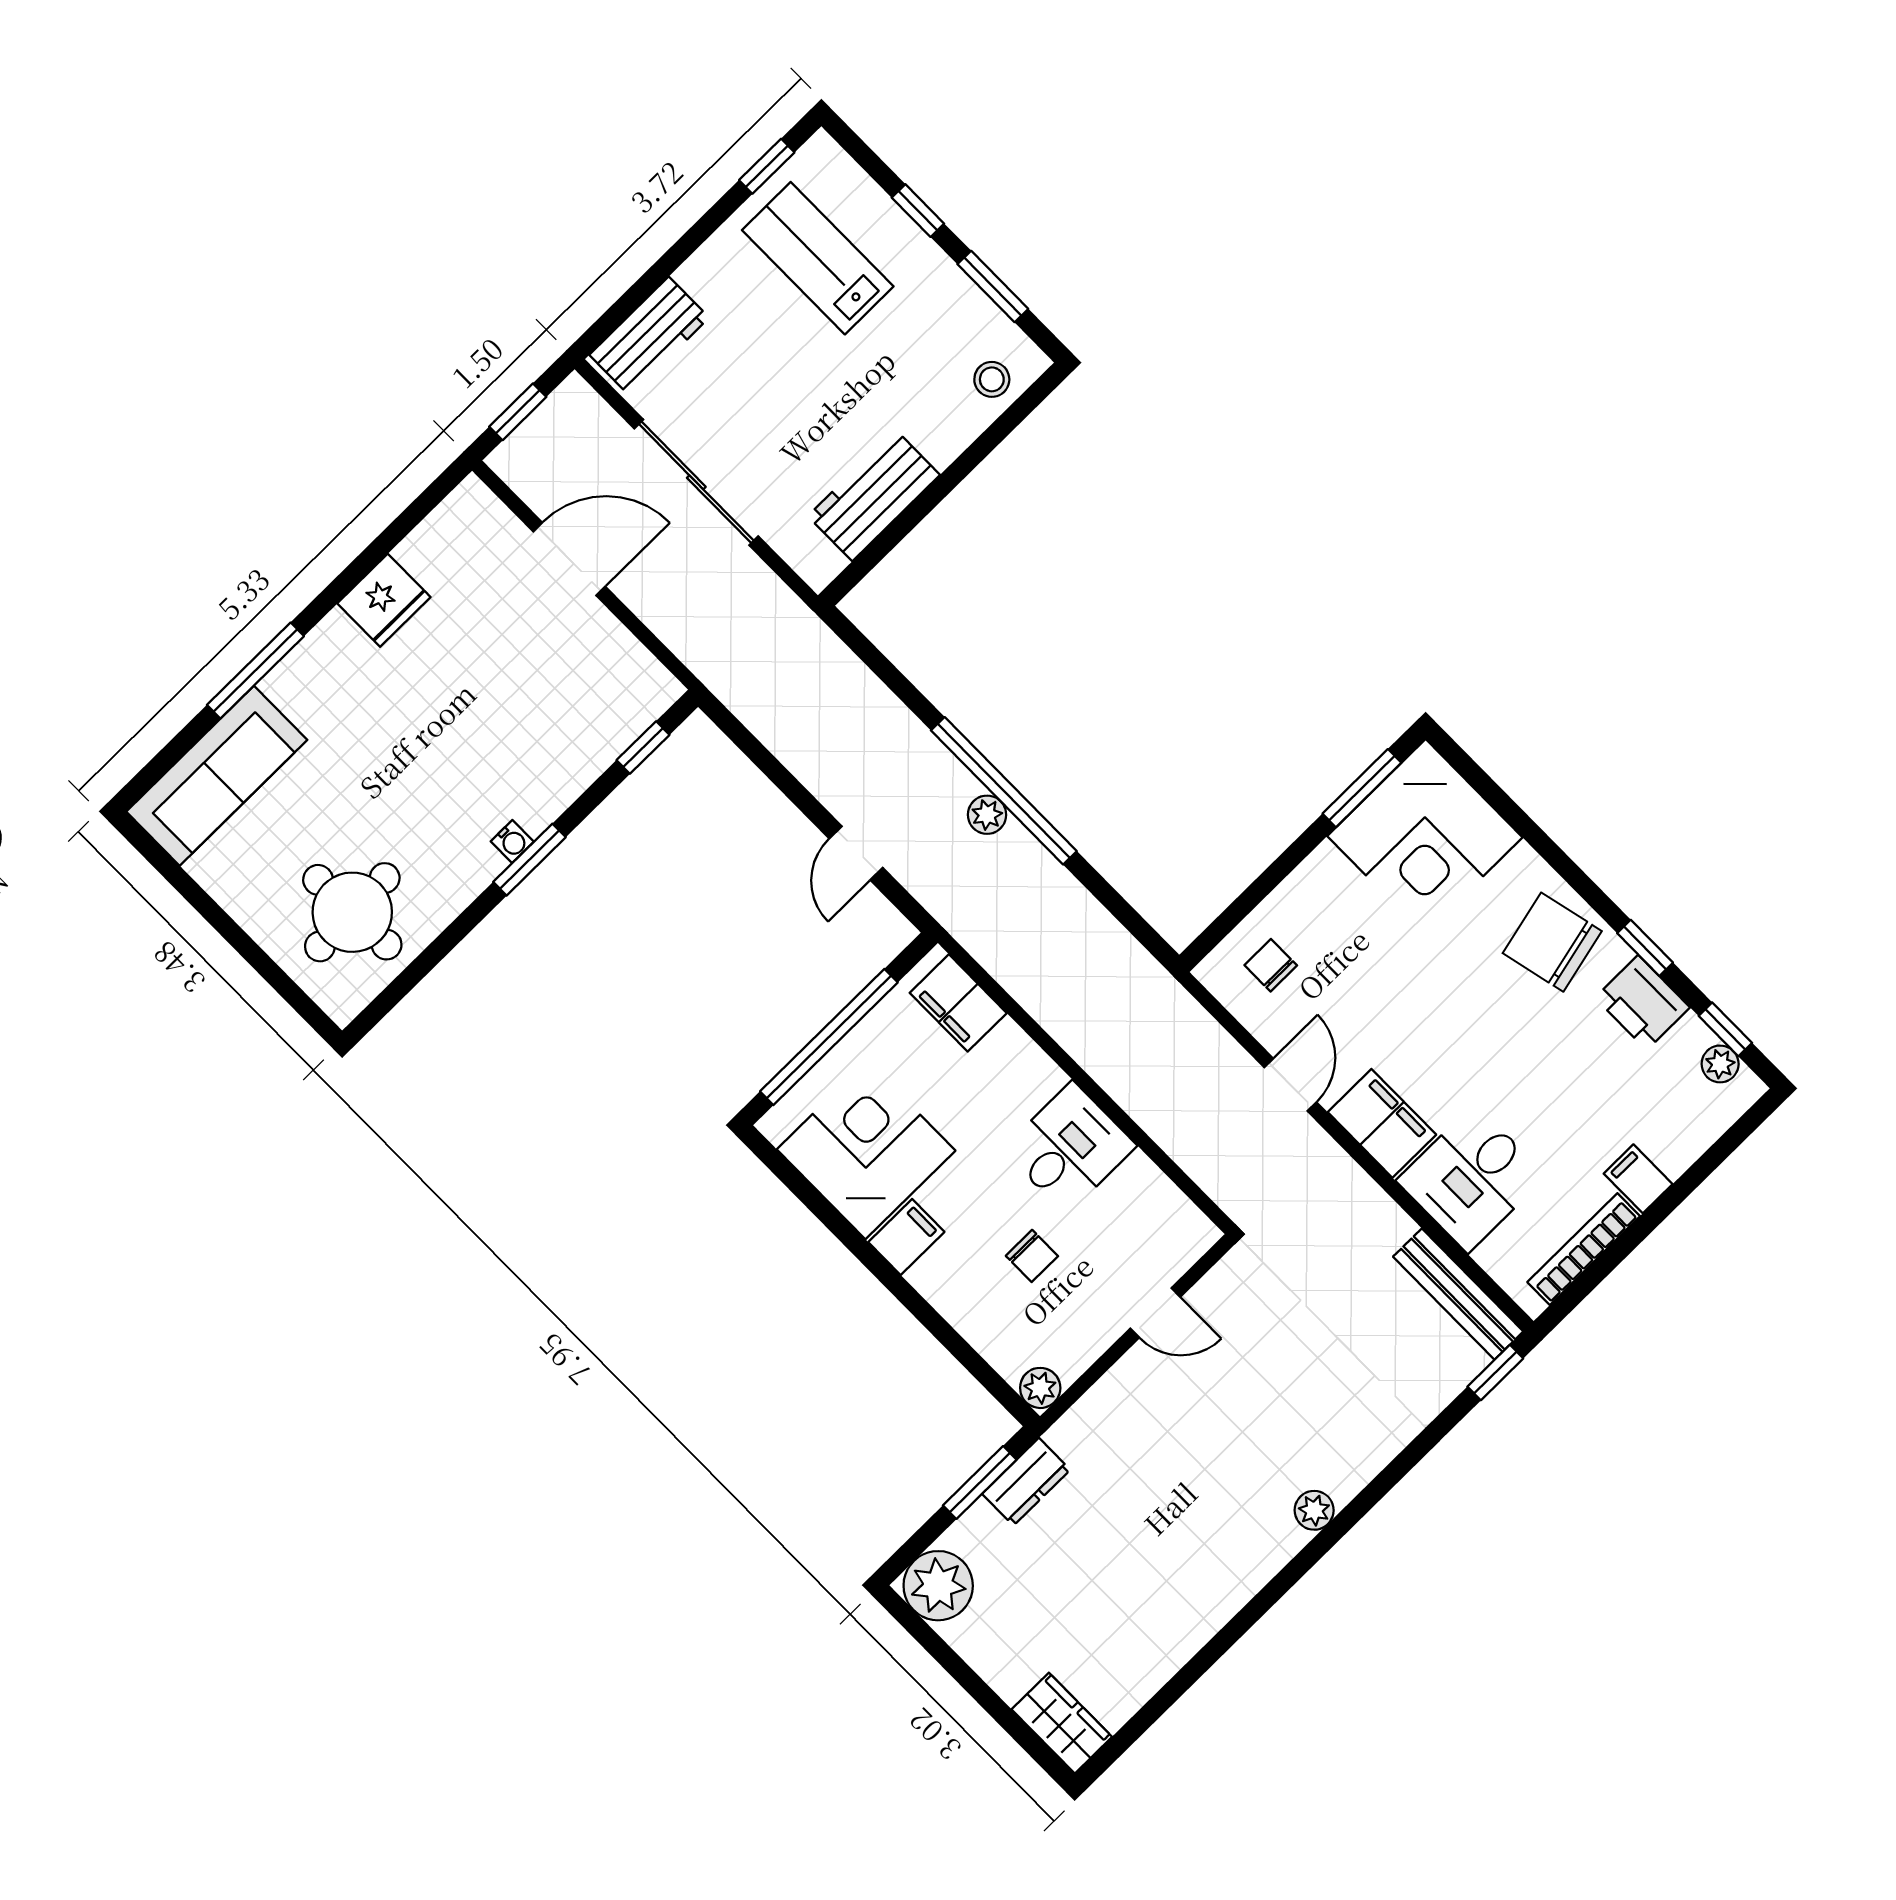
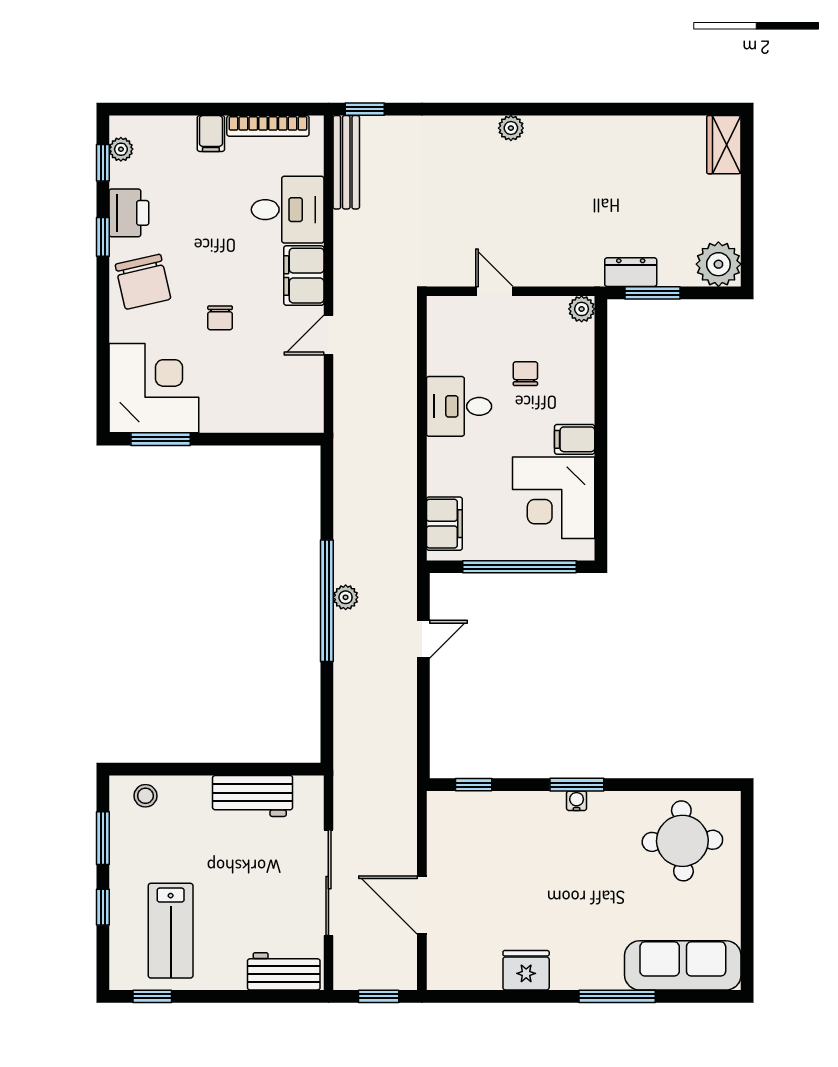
chair: (1271, 965) -> (220, 318), moved

